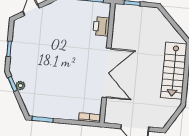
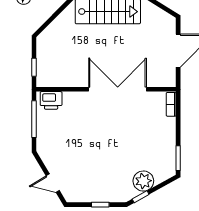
printer: (101, 26) -> (51, 100), moved
plant: (20, 86) -> (143, 181), width x1.88, depth x1.88

